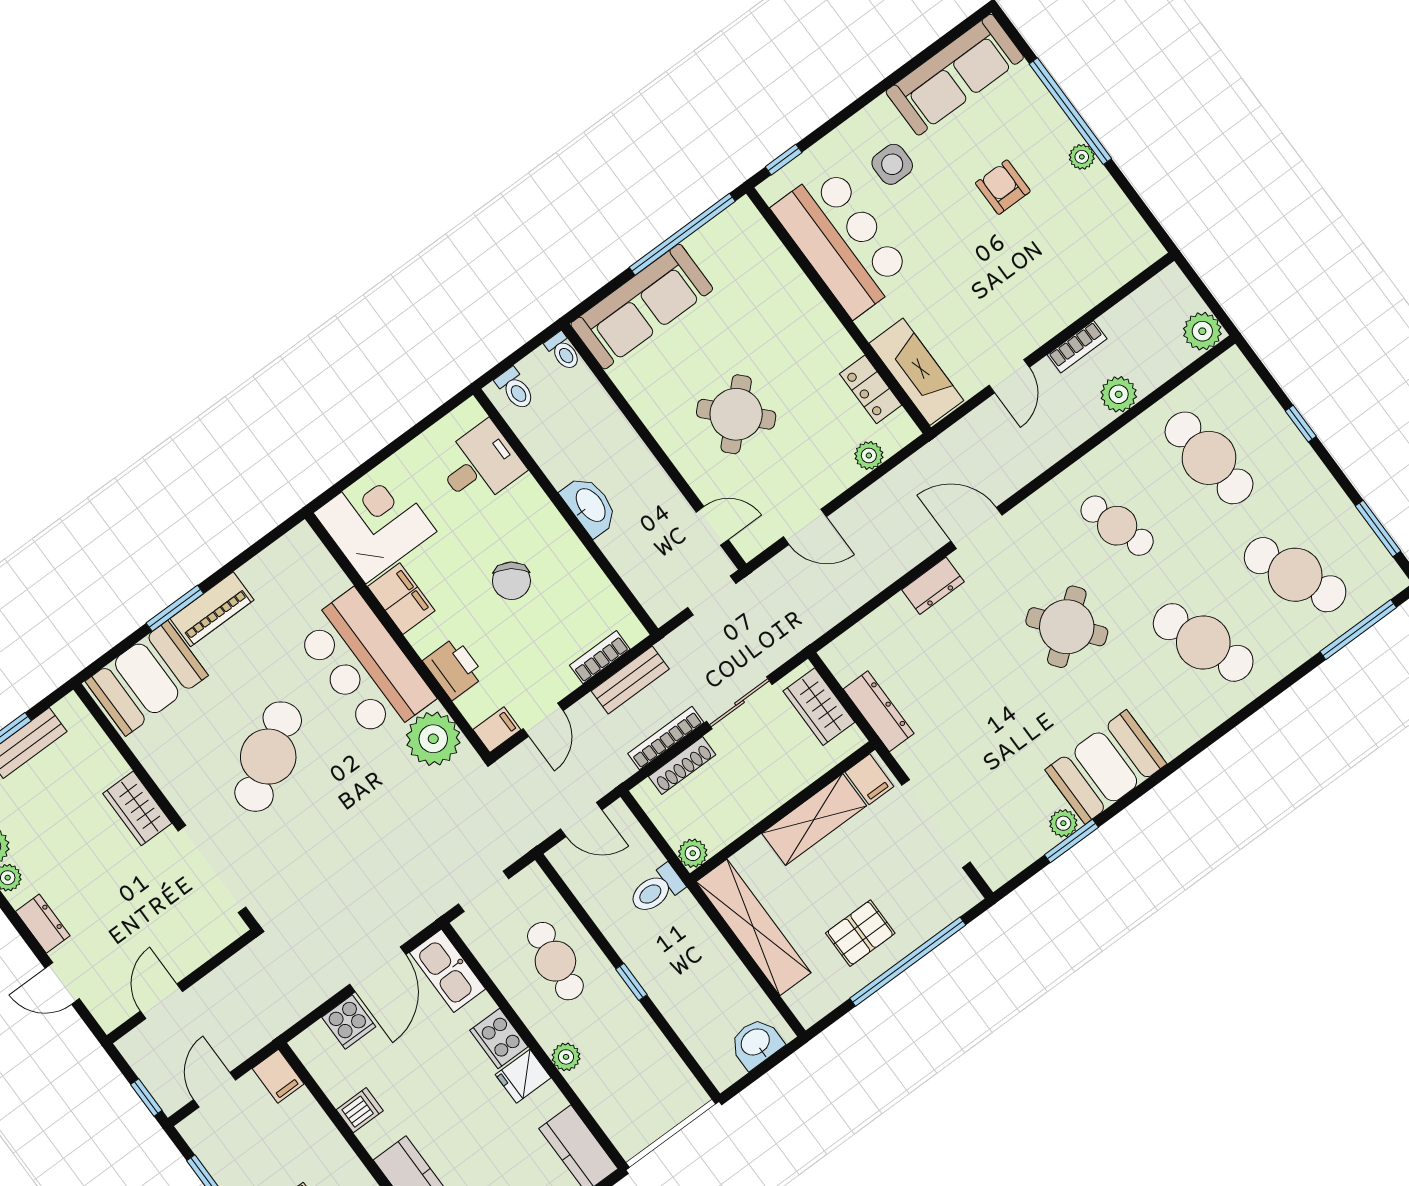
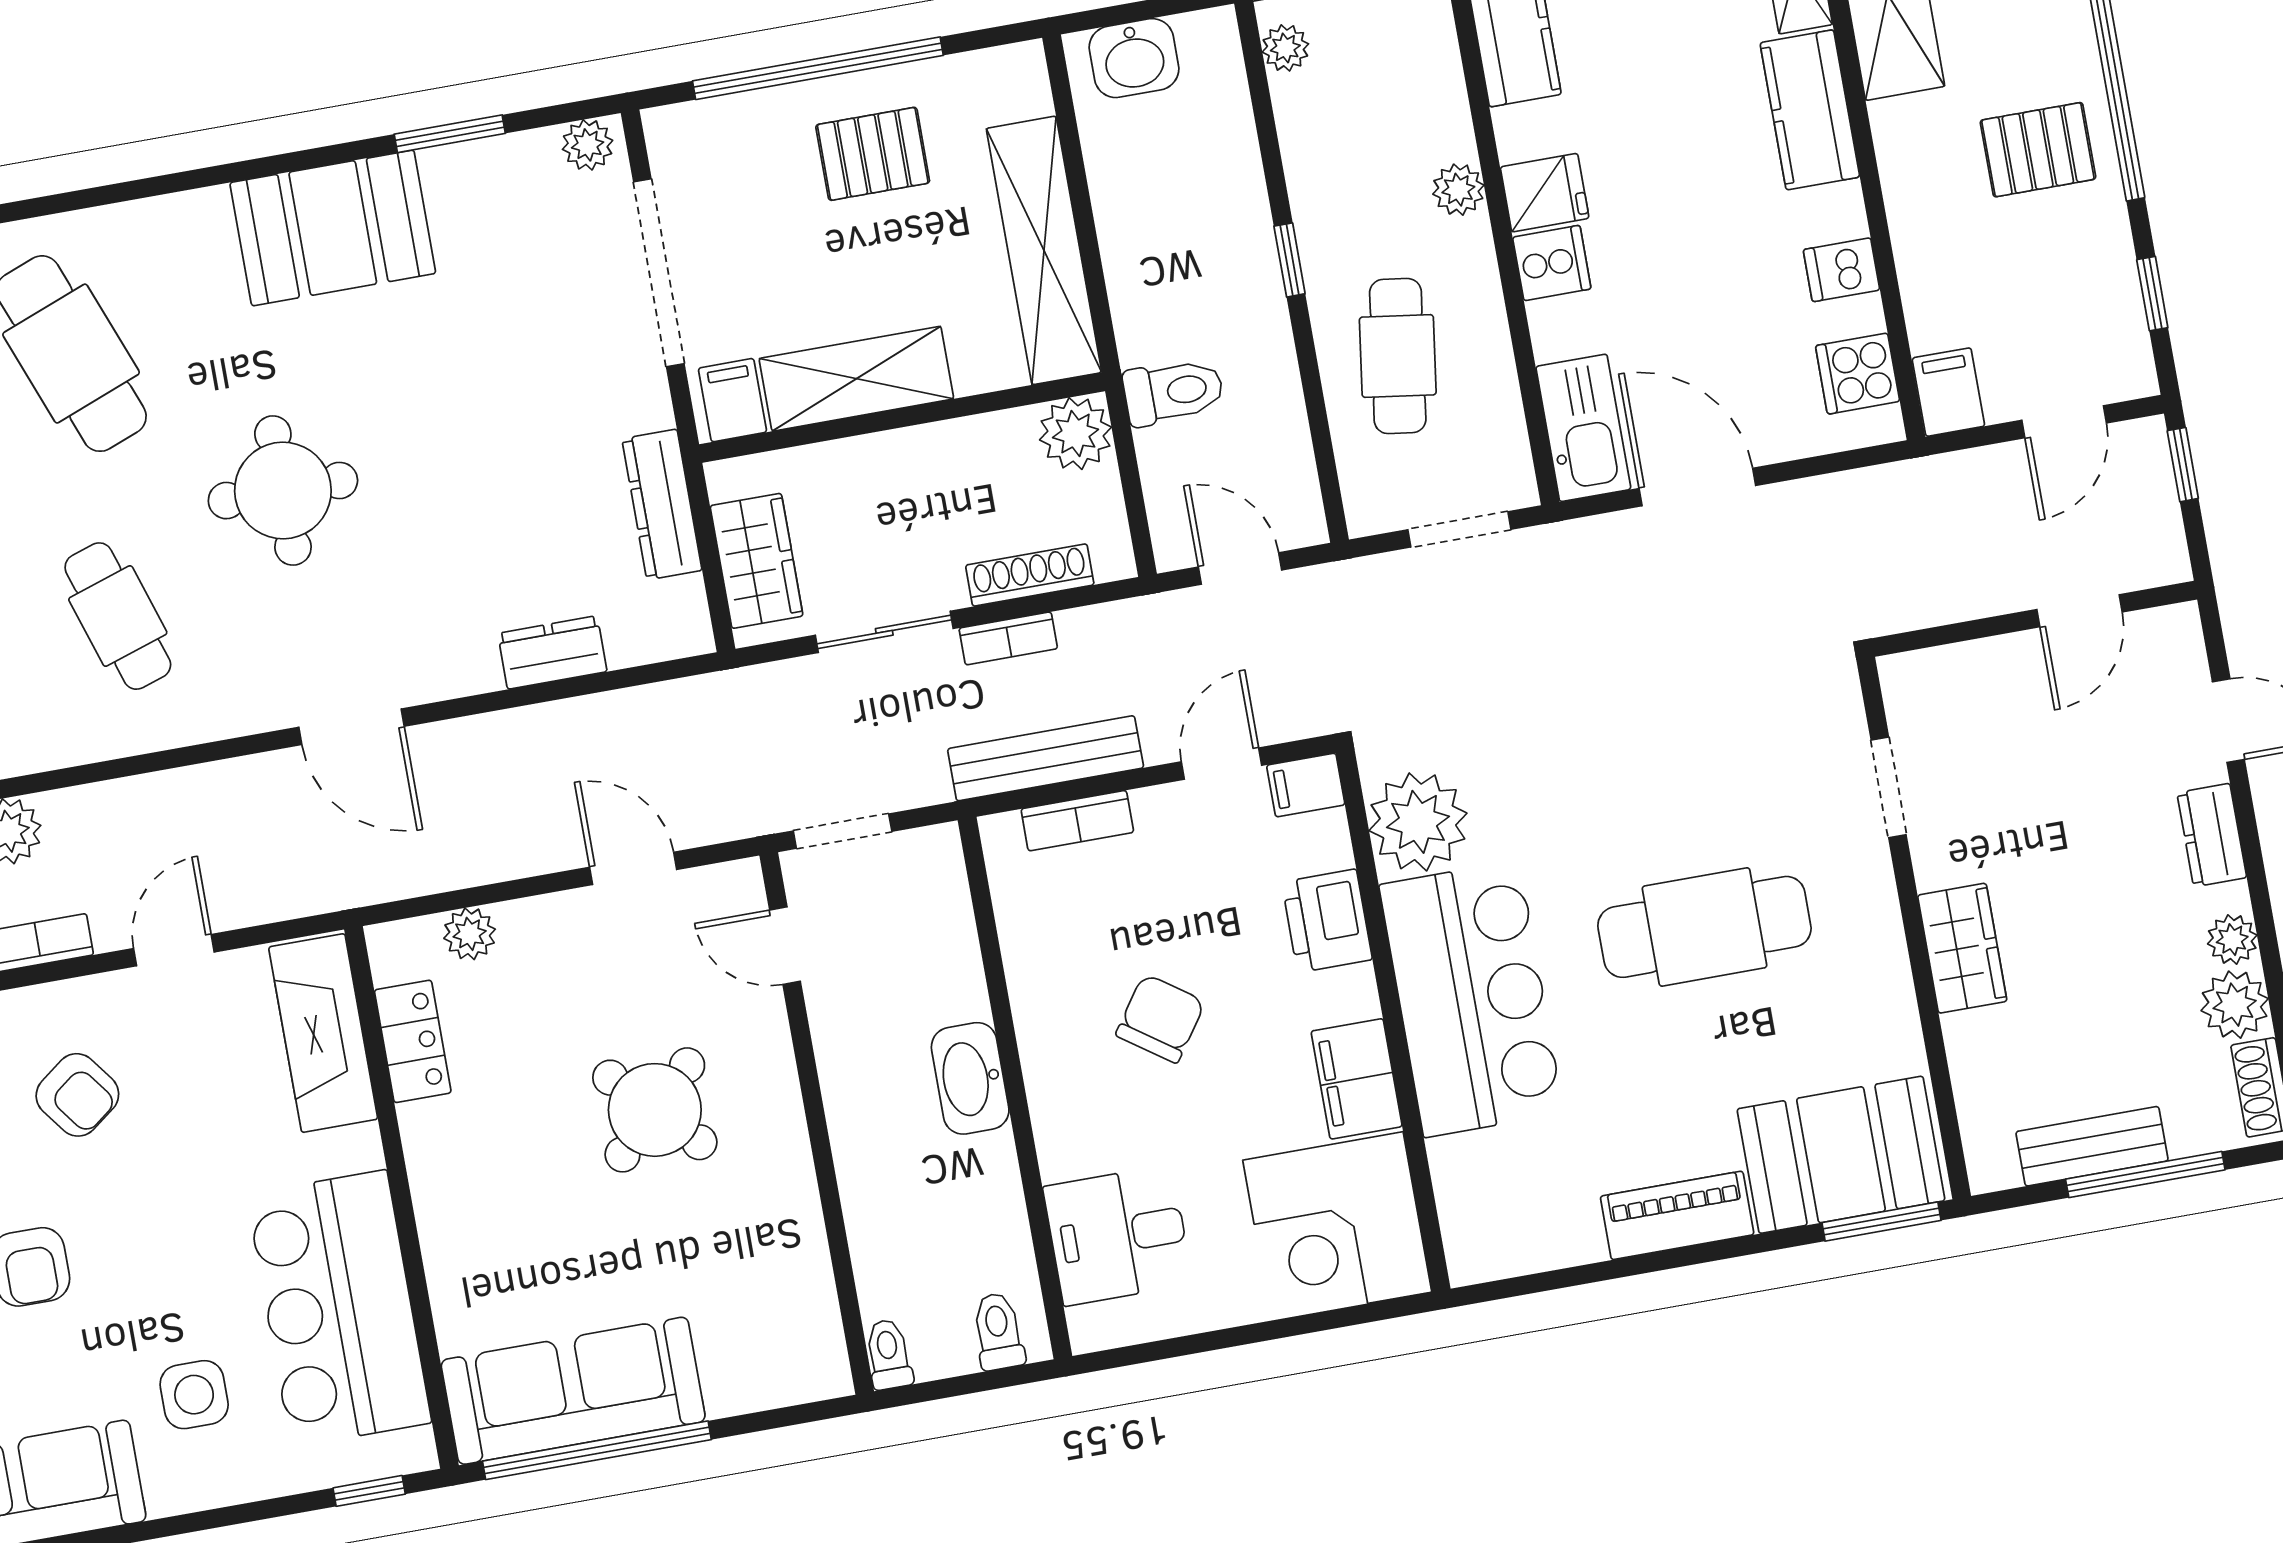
armchair: (1021, 282) -> (77, 1095), added
sofa: (642, 307) -> (573, 1391), moved
dresser: (933, 586) -> (552, 652), moved
window: (175, 608) -> (1881, 1222), moved
round table: (1067, 627) -> (283, 491), turned 38
bench: (630, 680) -> (1046, 758), width x1.36
bookcase: (666, 738) -> (1008, 638), width x0.64
cafe table: (268, 757) -> (1704, 927), turned 33
plant: (1063, 823) -> (588, 145), moved
plant: (693, 853) -> (1076, 434), width x1.38, depth x1.38
doorway: (212, 869) -> (1889, 787), width x0.53
door: (378, 969) -> (1697, 487), hinge flipped
cooker: (349, 1022) -> (1858, 374), moved, turned -90
cooker: (499, 1038) -> (1552, 263), width x0.73
plant: (685, 1084) -> (1285, 48), added

